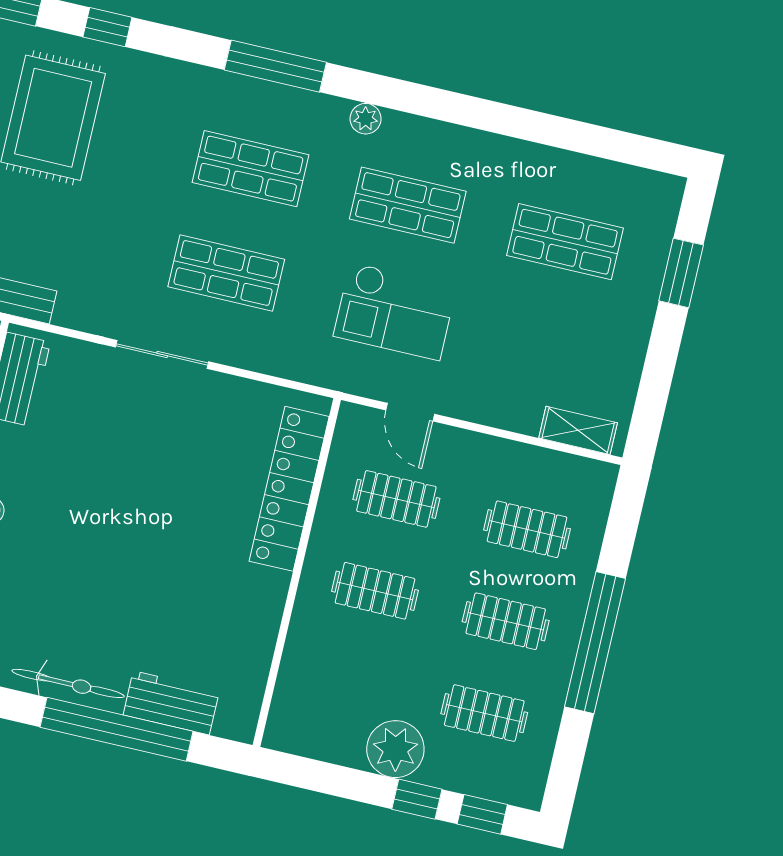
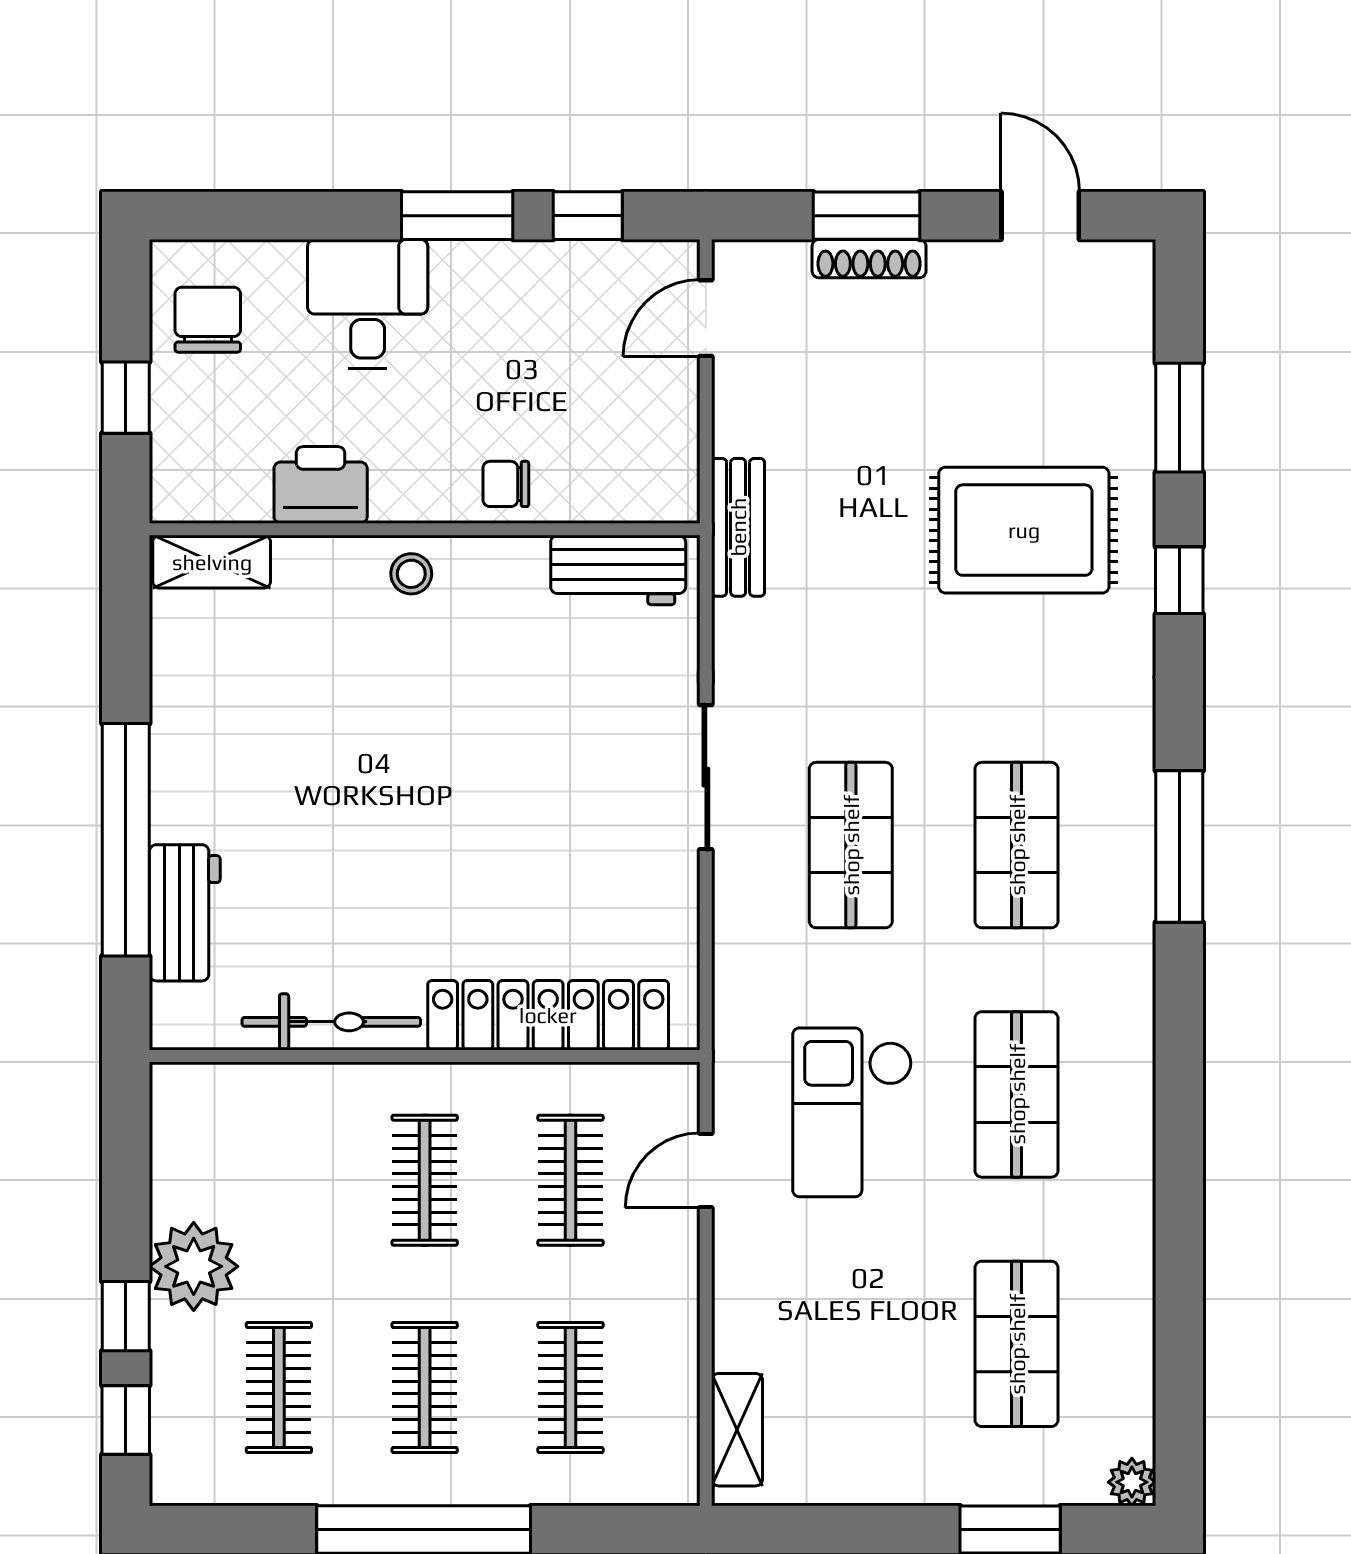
plant: (366, 119) -> (1132, 1482), moved
bicycle: (68, 683) -> (331, 1022), moved, turned -90

